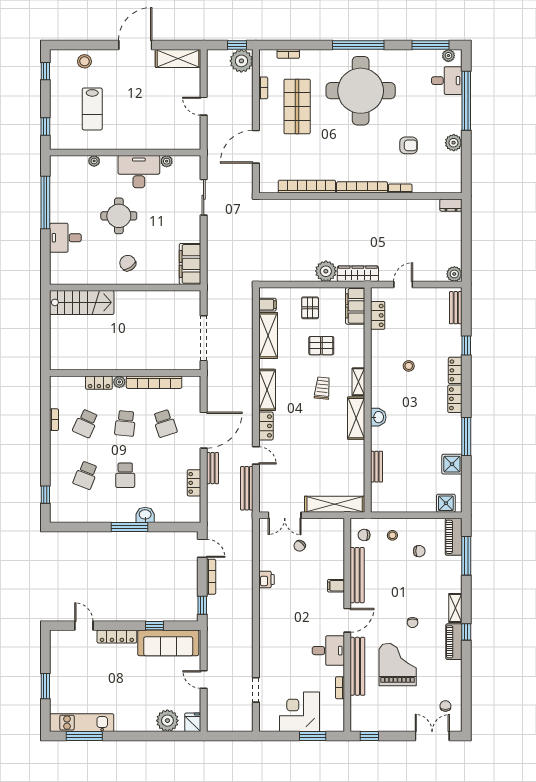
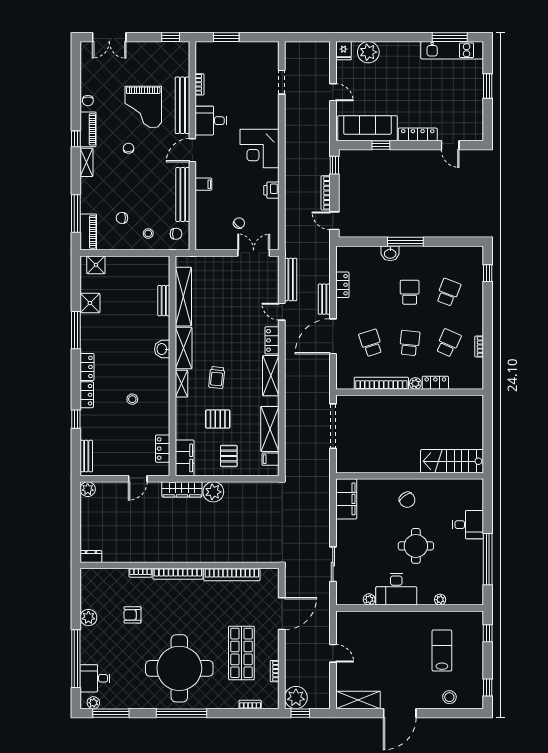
shelving: (335, 504) -> (183, 297), moved, turned 90
chair: (445, 706) -> (88, 101), moved
corner desk: (300, 712) -> (260, 148), moved, turned 90

